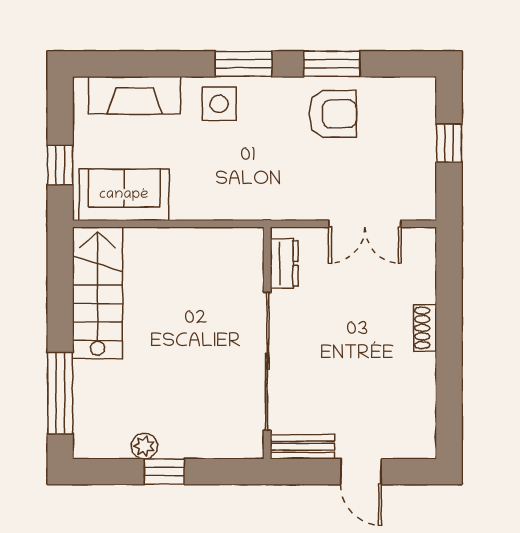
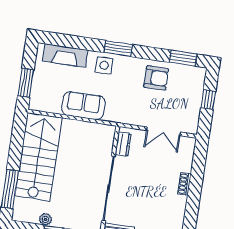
window: (332, 64) -> (183, 58), moved
window: (60, 165) -> (26, 83), width x1.50
sofa: (124, 195) -> (83, 106), moved
stairs: (98, 293) -> (39, 157), width x1.36, depth x1.51

